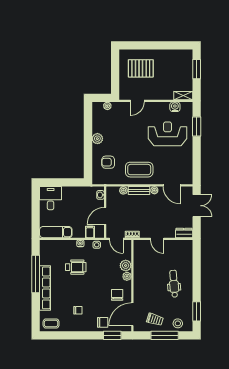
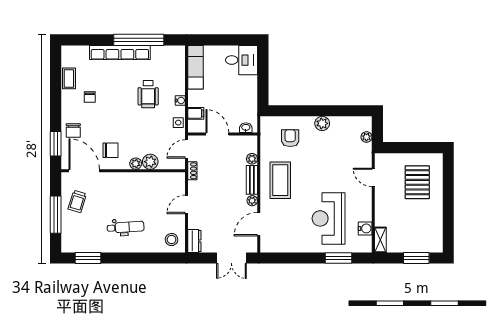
reception desk: (168, 134) -> (329, 218), turned 180
coffee table: (51, 323) -> (69, 78), moved
stool: (178, 323) -> (172, 240), moved

